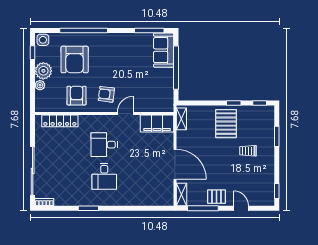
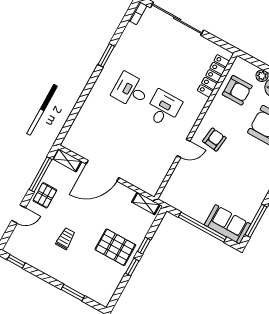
armchair: (77, 96) -> (237, 90), moved
window: (260, 103) -> (144, 246), moved
door: (125, 114) -> (184, 148), hinge flipped
filing cabinet: (157, 124) -> (155, 175), removed
trolley: (248, 151) -> (65, 239), moved

